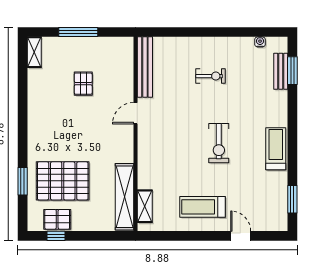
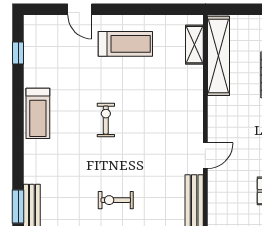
exercise bike: (219, 143) -> (106, 120), width x0.73, depth x0.72
window: (292, 199) -> (18, 53), width x0.67

